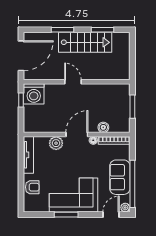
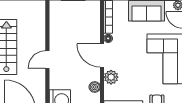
boiler: (103, 127) -> (95, 87), moved

